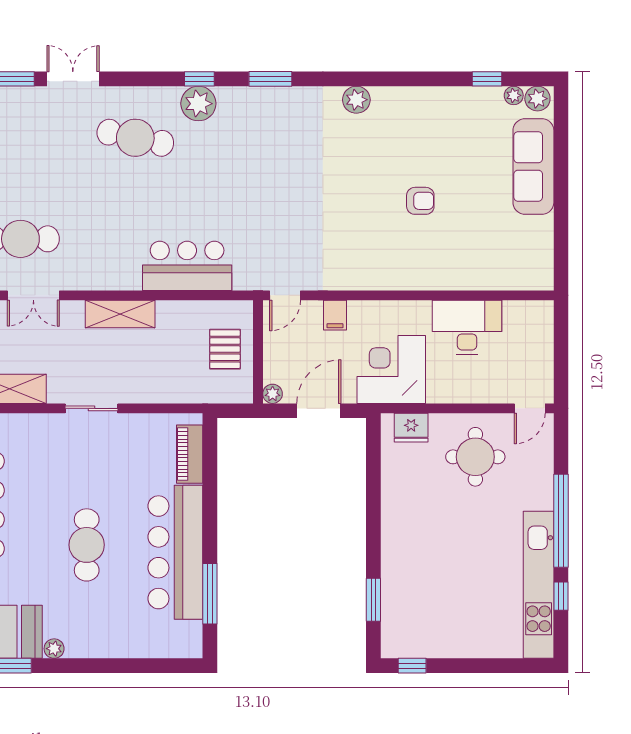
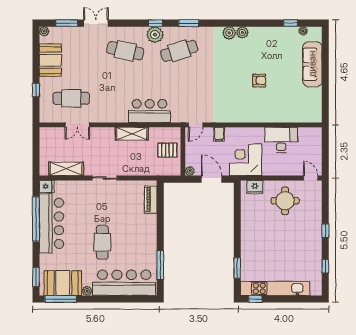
plant: (537, 99) -> (242, 32), moved
cafe table: (250, 138) -> (179, 51), added
shelving: (120, 314) -> (132, 134), moved
pallet: (225, 349) -> (167, 150), turned 90
door: (530, 408) -> (311, 178), swing flipped
door: (319, 411) -> (212, 179), hinge flipped
window: (561, 521) -> (325, 231), width x0.32
bar counter: (175, 552) -> (124, 283), moved, turned 90
kitchen unit: (539, 585) -> (275, 288), moved, turned 90

